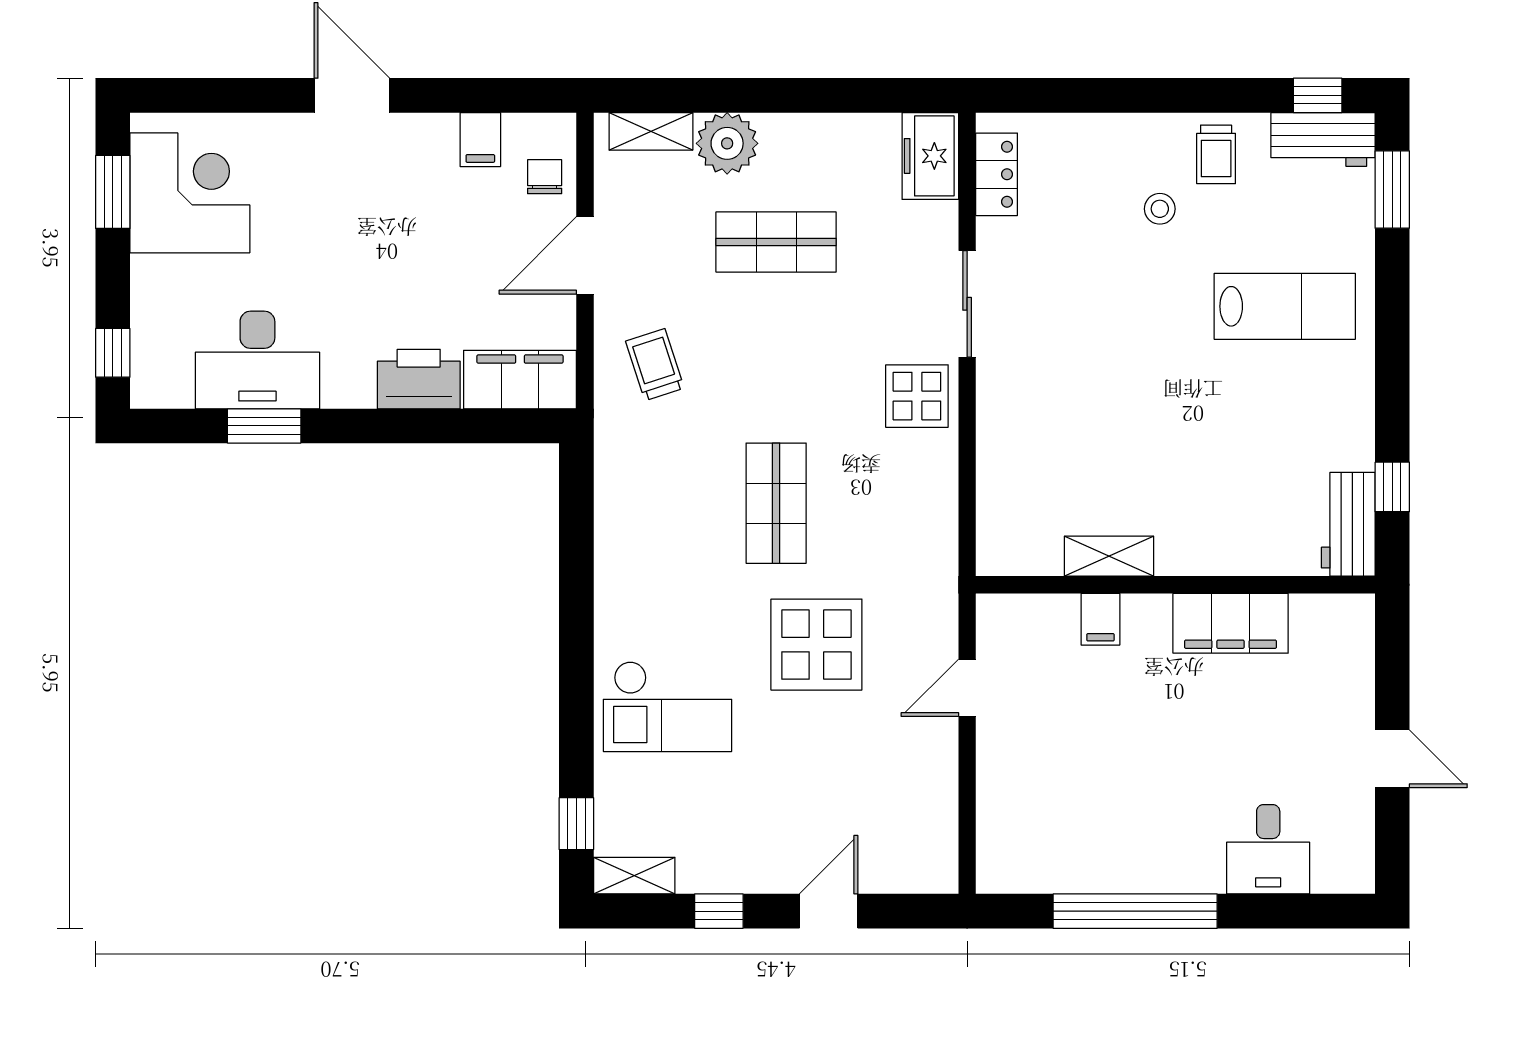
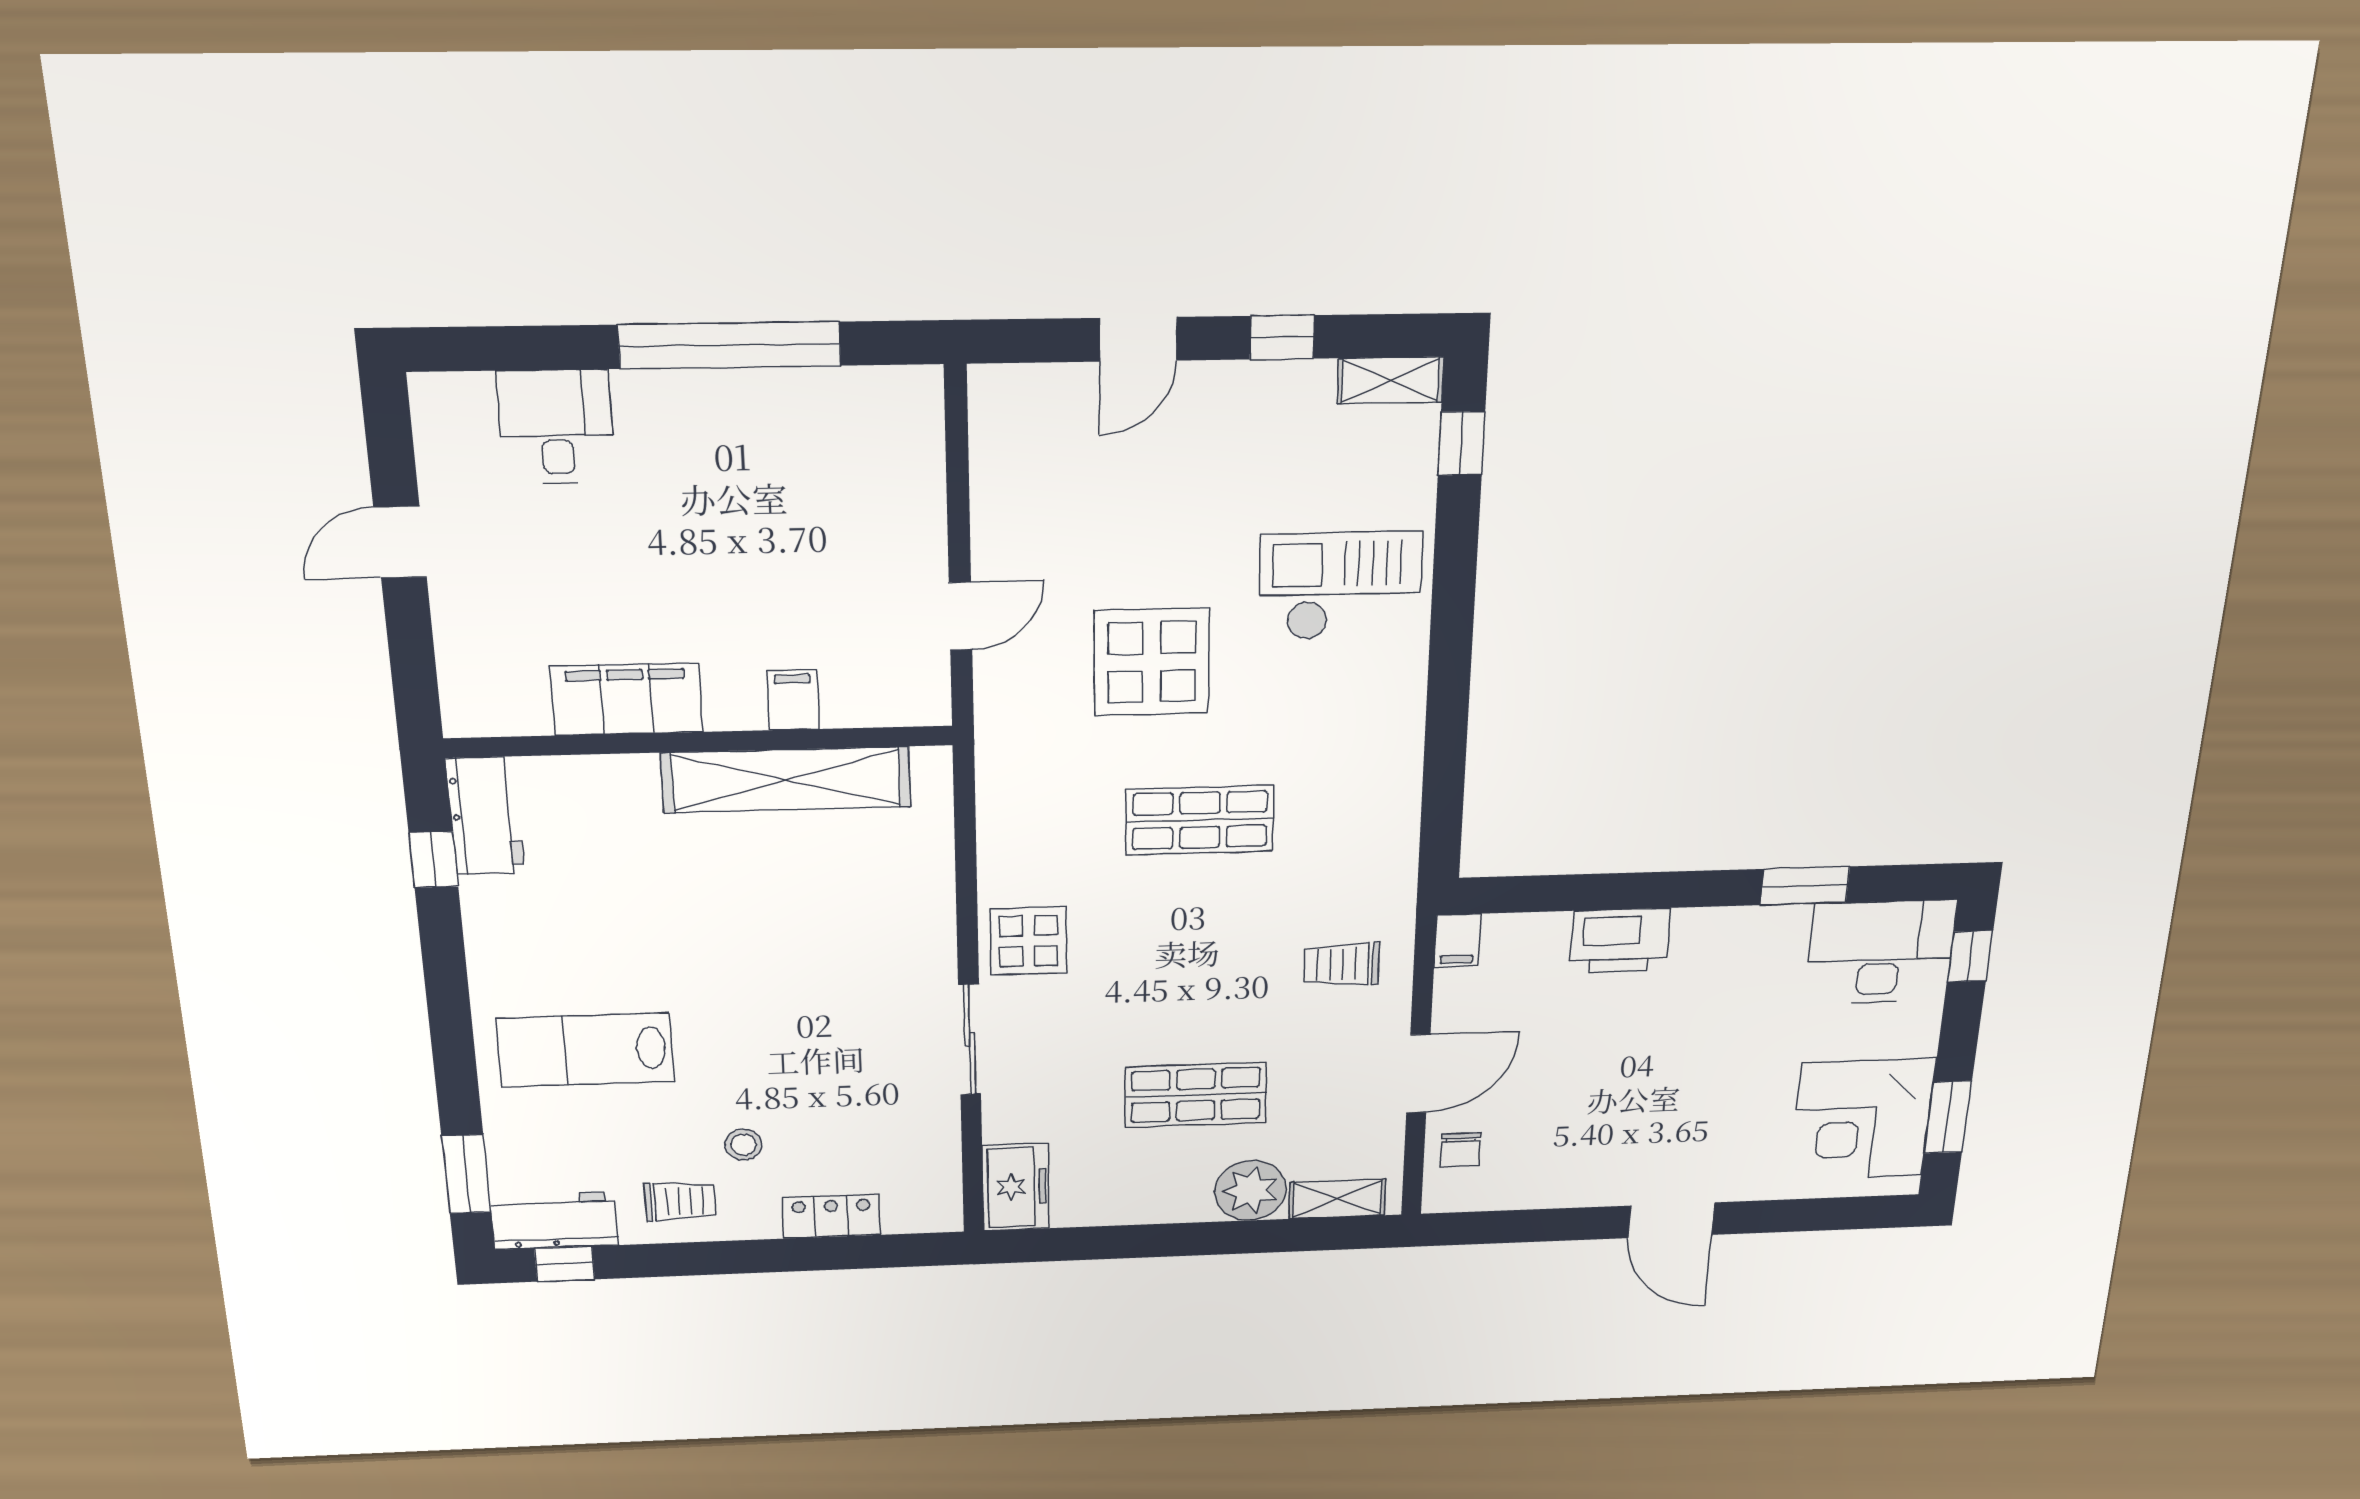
filing cabinet: (480, 140) -> (1531, 1183), removed
trolley: (1216, 154) -> (680, 1201), turned 90
locker: (997, 174) -> (831, 1216), moved, turned 90
desk: (257, 360) -> (1880, 952), moved
trolley: (655, 365) -> (1342, 964), turned 108
filing cabinet: (520, 380) -> (1457, 941), width x0.33, depth x0.86
shop shelf: (776, 503) -> (1200, 820), turned 90
shelving: (1109, 556) -> (786, 780), width x2.20, depth x1.33
door: (1392, 759) -> (400, 542), hinge flipped

